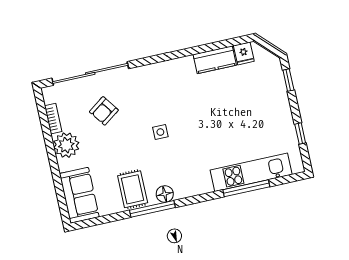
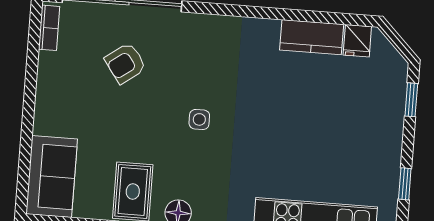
bookcase: (53, 119) -> (49, 28), moved
plant: (66, 145) -> (55, 97), removed

